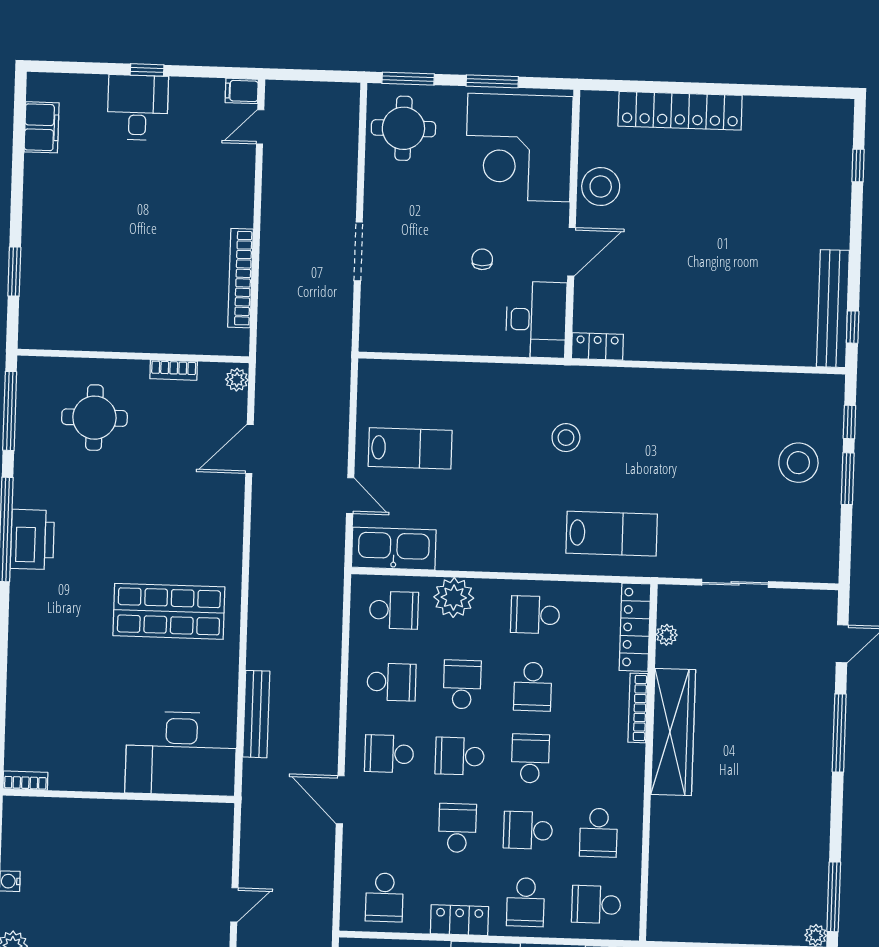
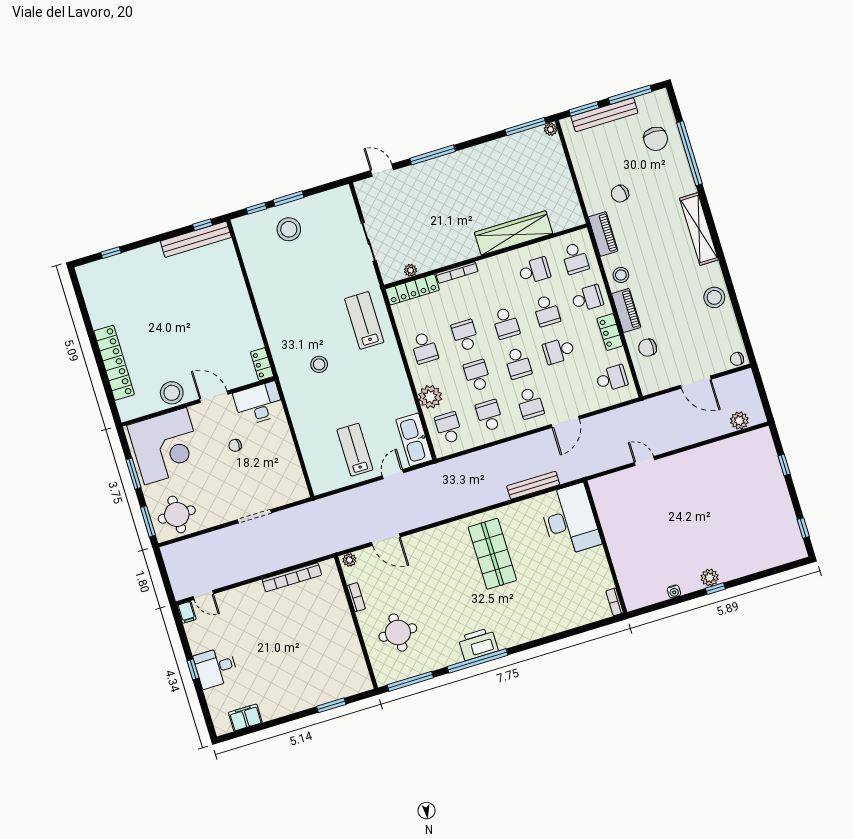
school desk: (462, 684) -> (477, 376), turned 90
school desk: (533, 687) -> (465, 335), turned -90
wardrobe: (673, 732) -> (514, 233), moved
school desk: (530, 758) -> (506, 323), turned -90

